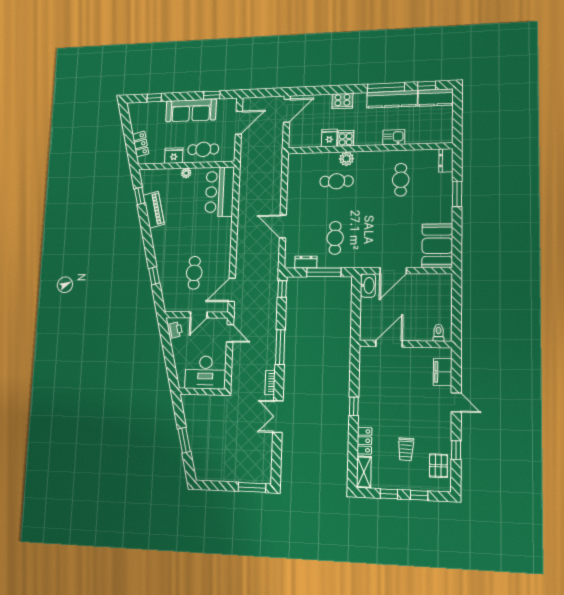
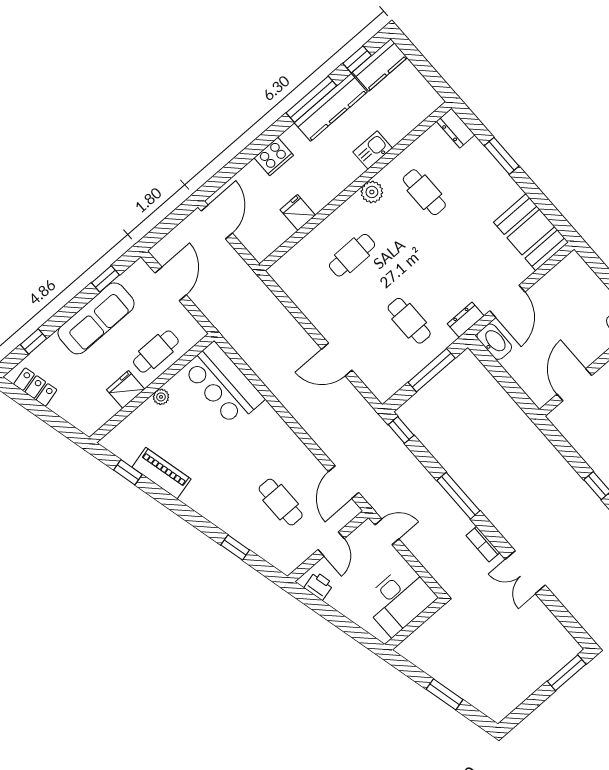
cooker: (346, 138) -> (318, 197), removed
locker: (140, 144) -> (35, 387), moved
plant: (346, 159) -> (372, 192), moved
dresser: (306, 262) -> (466, 320), moved

